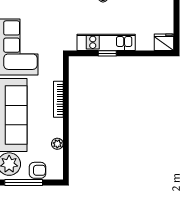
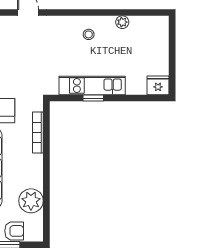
bookcase: (58, 99) -> (38, 132), moved
plant: (57, 144) -> (31, 201), width x1.87, depth x1.87

